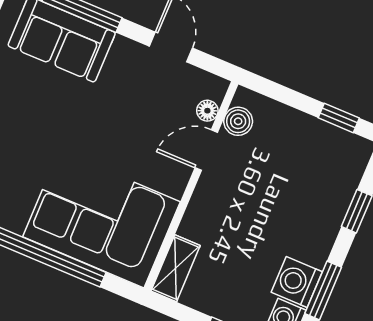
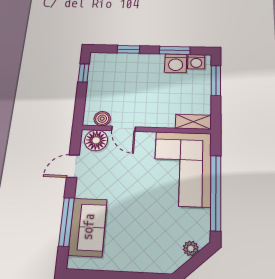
floor lamp: (207, 111) -> (96, 140), width x1.89, depth x1.89

